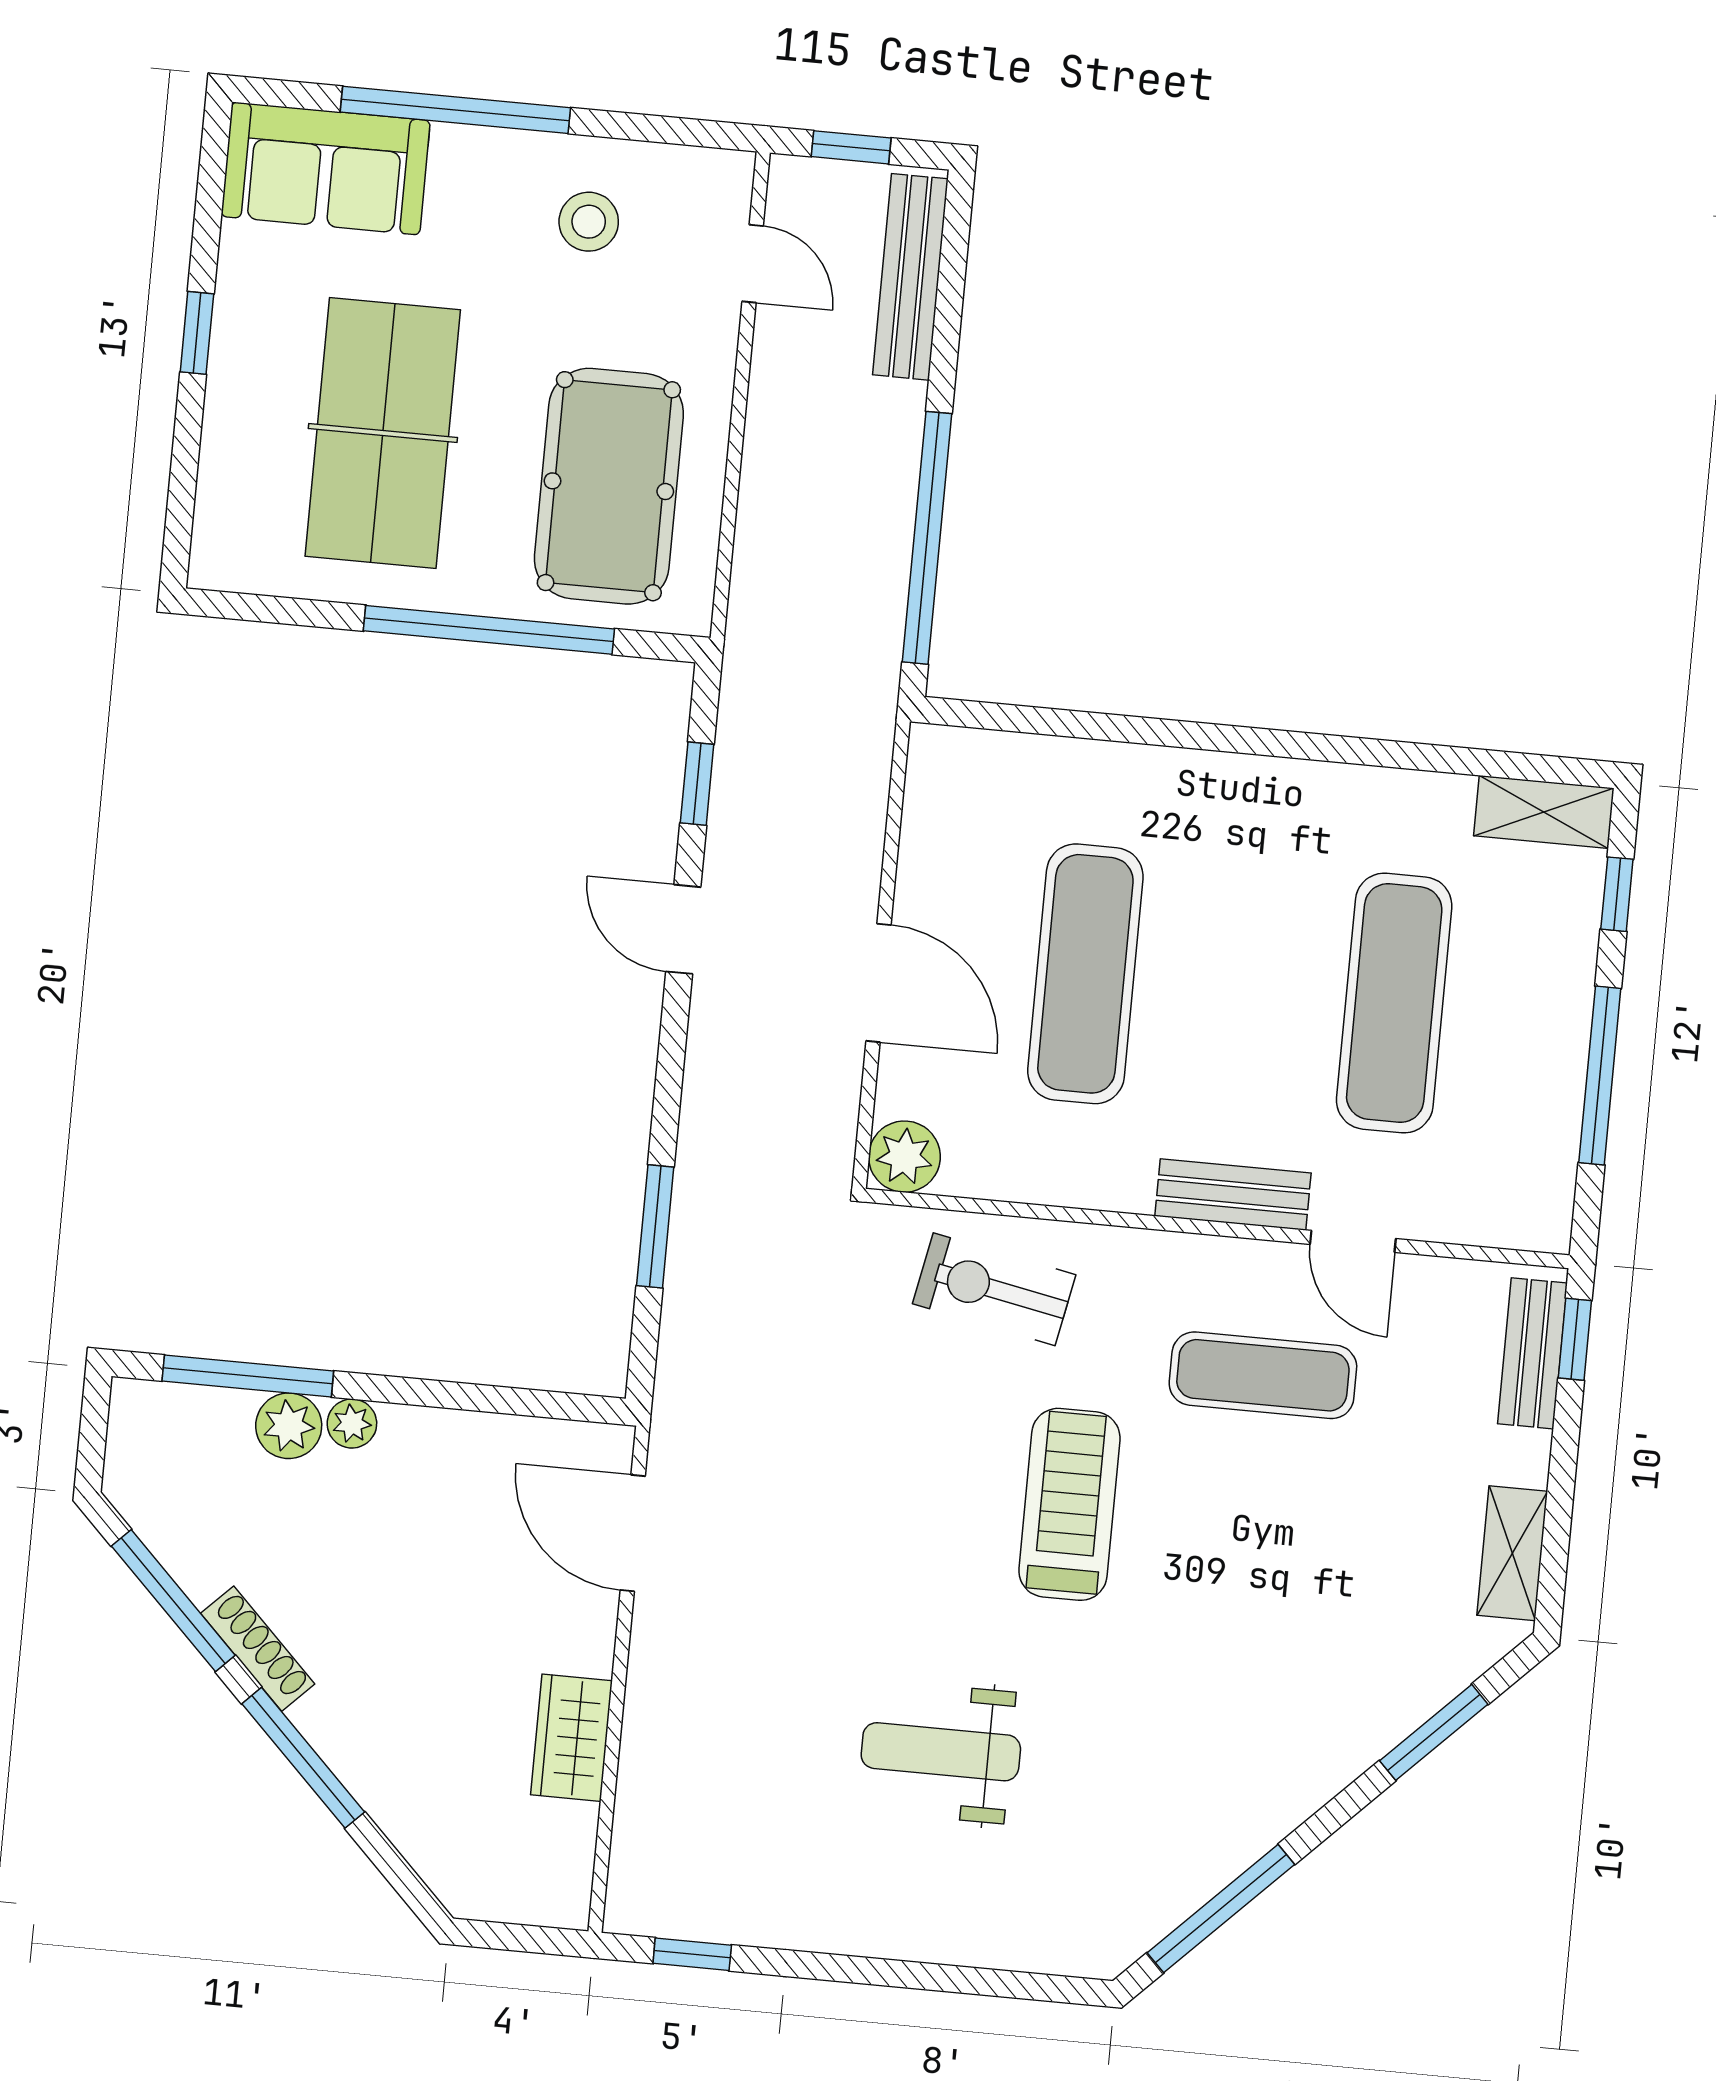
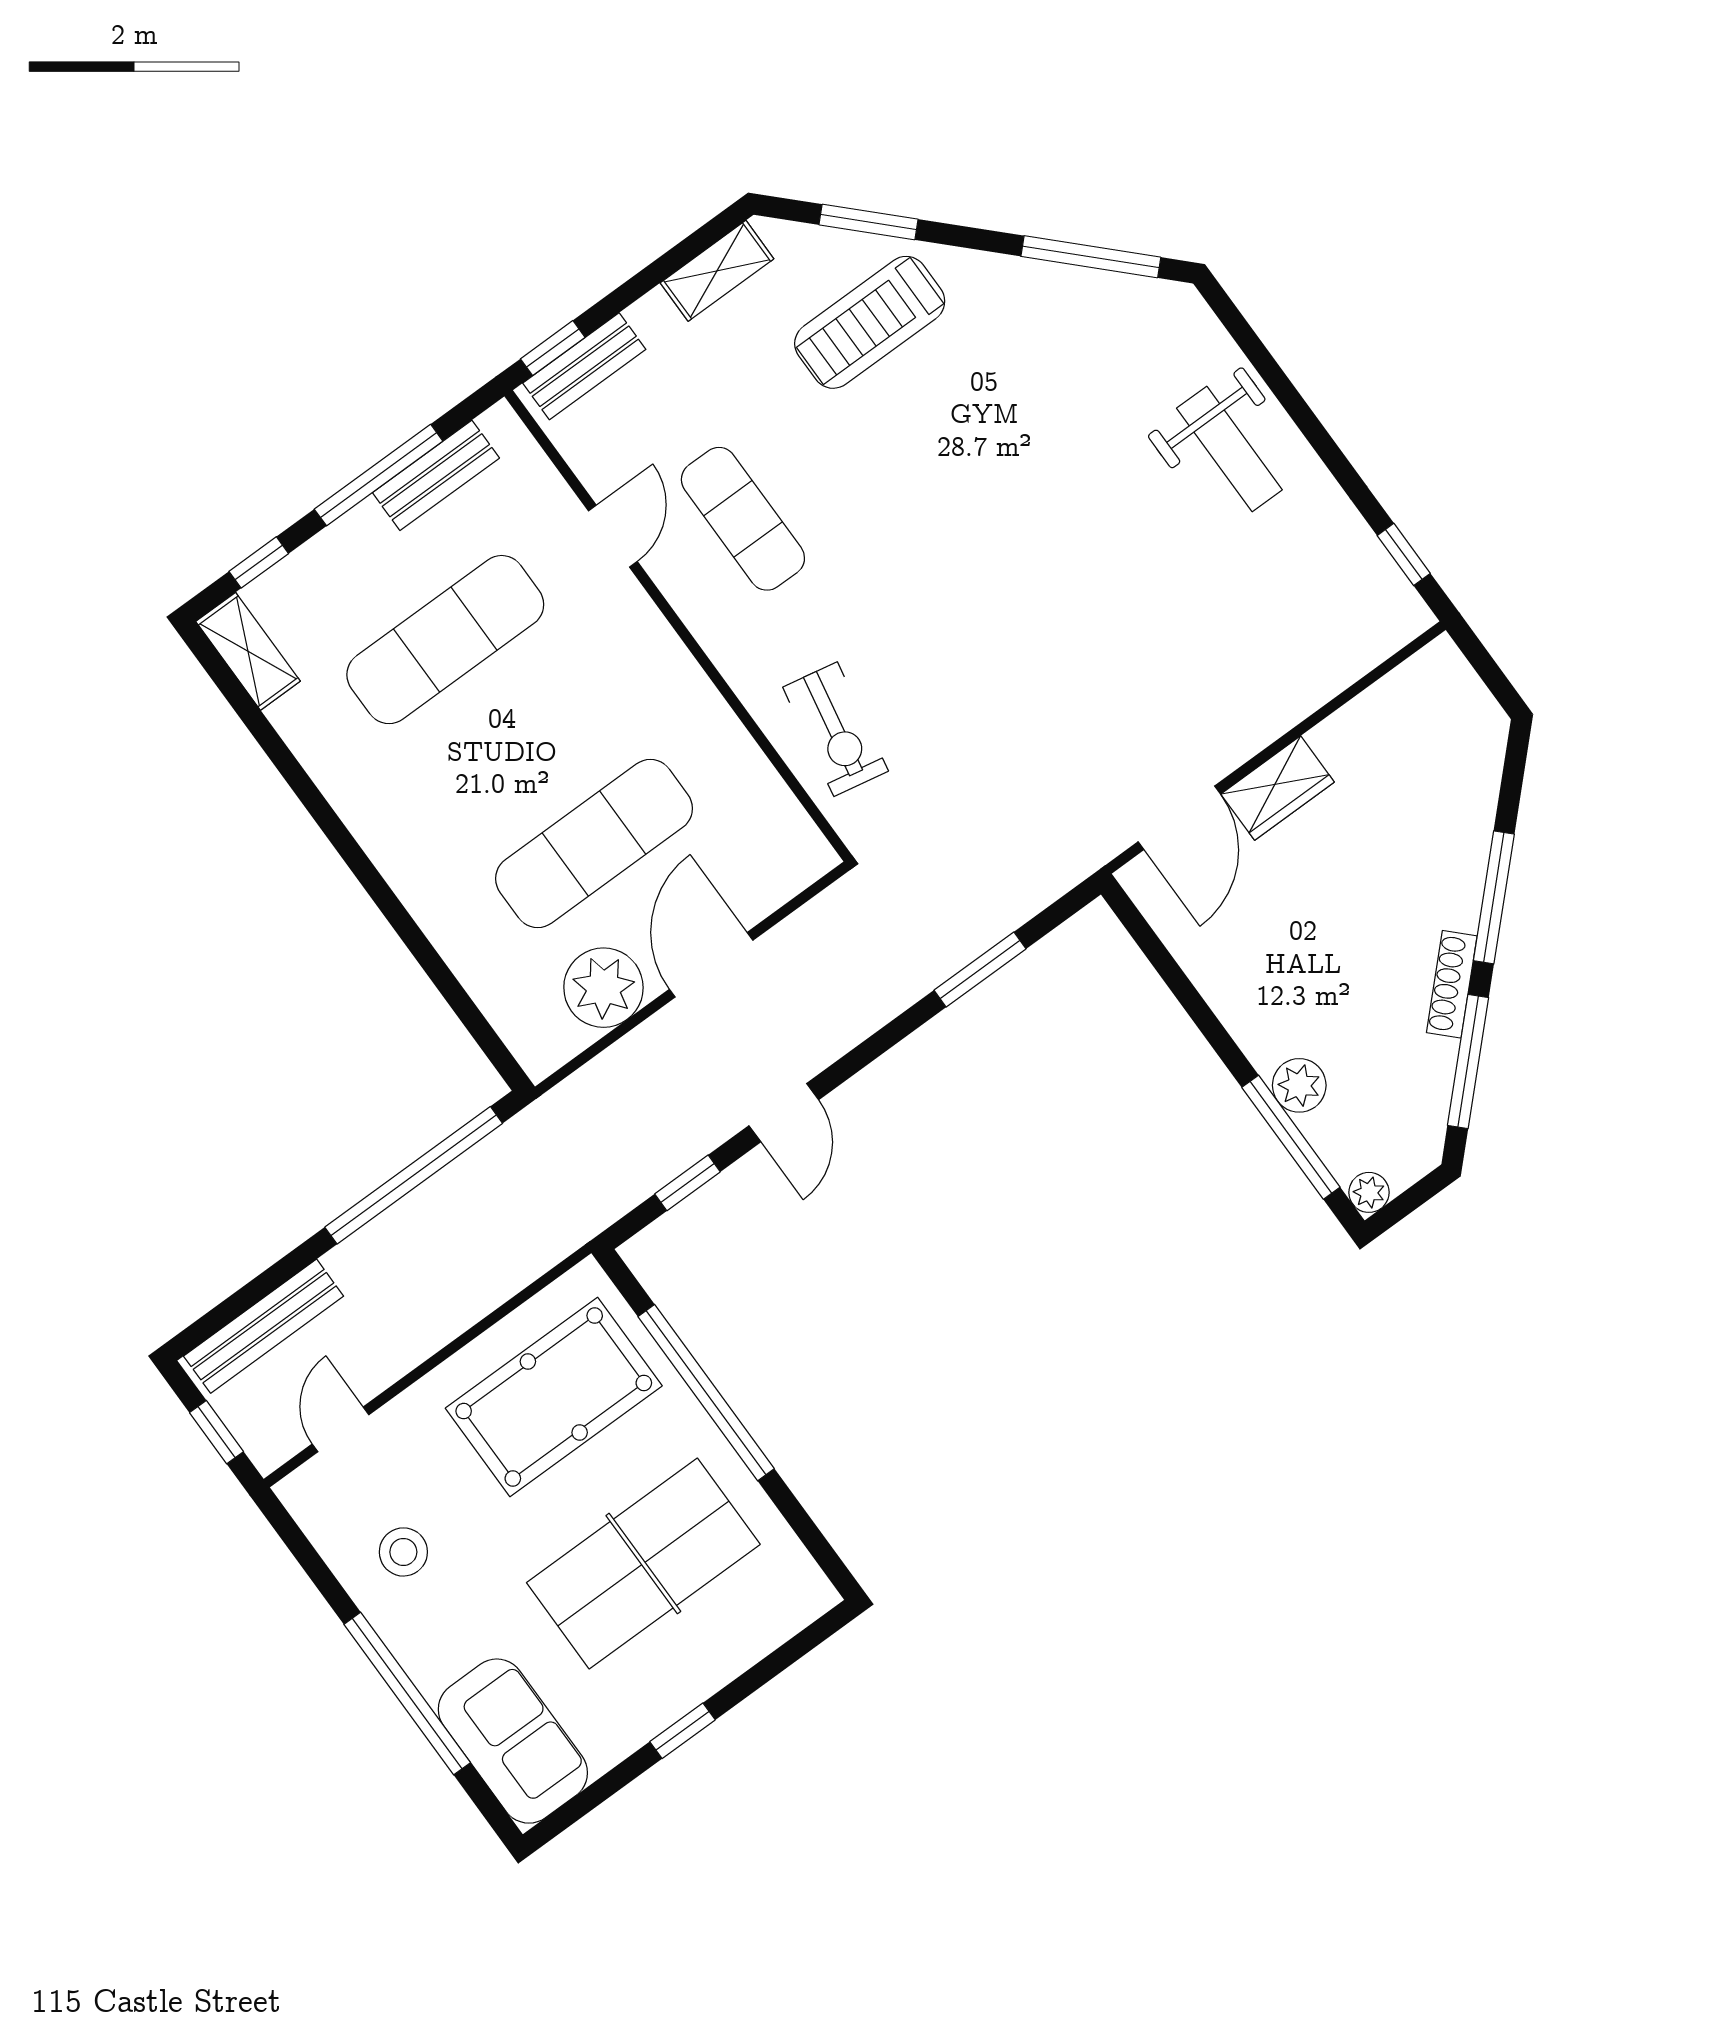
plant: (904, 1157) -> (603, 988), moved, width x1.36, depth x1.36
bench: (1233, 1195) -> (436, 475), moved, turned 90
plant: (352, 1423) -> (1369, 1192), moved
treadmill: (1069, 1504) -> (870, 322), moved
wardrobe: (571, 1738) -> (1278, 788), moved
weight bench: (941, 1752) -> (1229, 449), moved

